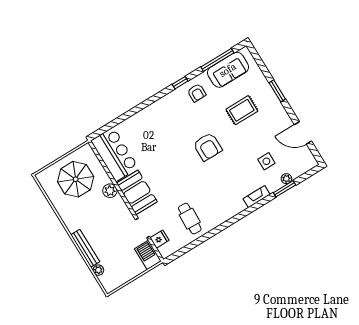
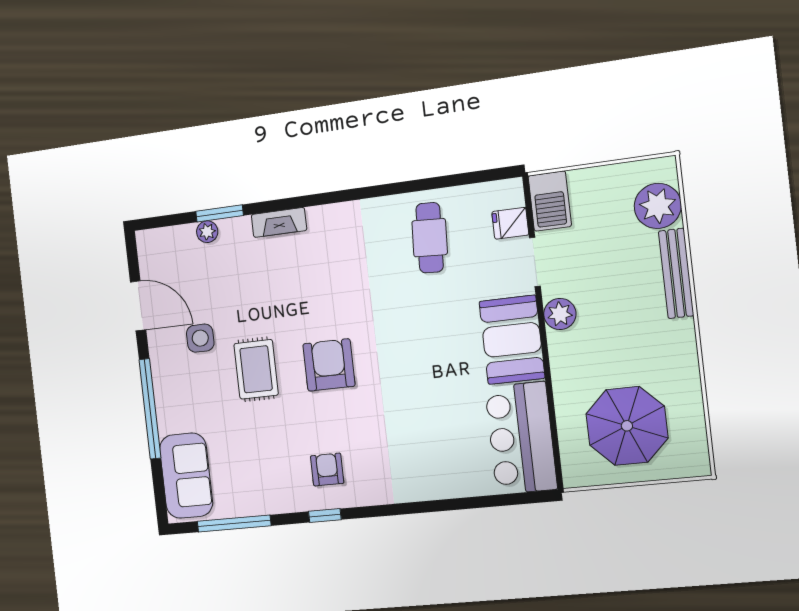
sofa: (228, 70) -> (186, 476), moved, turned 90
window: (277, 91) -> (150, 409), width x2.11
armchair: (197, 93) -> (327, 470), moved
rug: (242, 110) -> (256, 369), moved, turned 90
side table: (266, 161) -> (200, 338), moved
plant: (110, 191) -> (560, 314), moved
plant: (98, 270) -> (658, 206), width x1.87, depth x1.87

